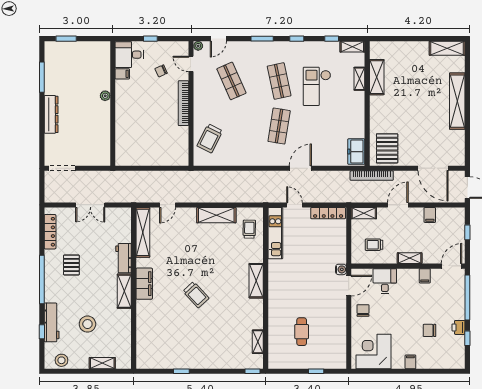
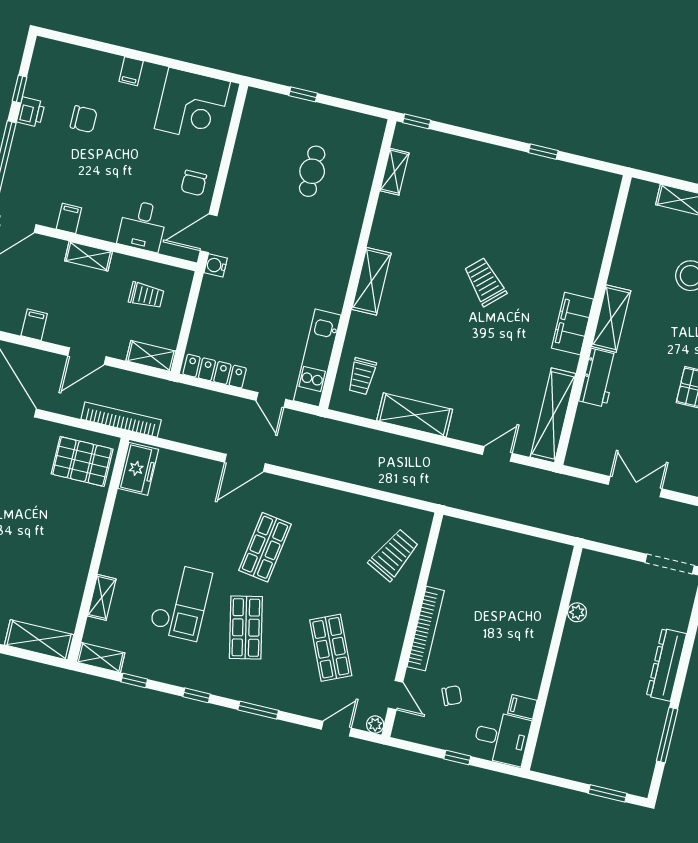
shelving: (377, 77) -> (39, 640), moved, turned 90
plant: (105, 96) -> (577, 612), moved
pallet: (387, 148) -> (82, 461), turned 90

